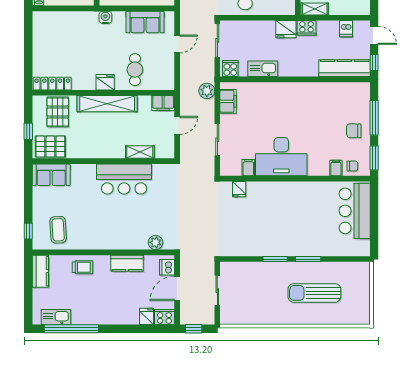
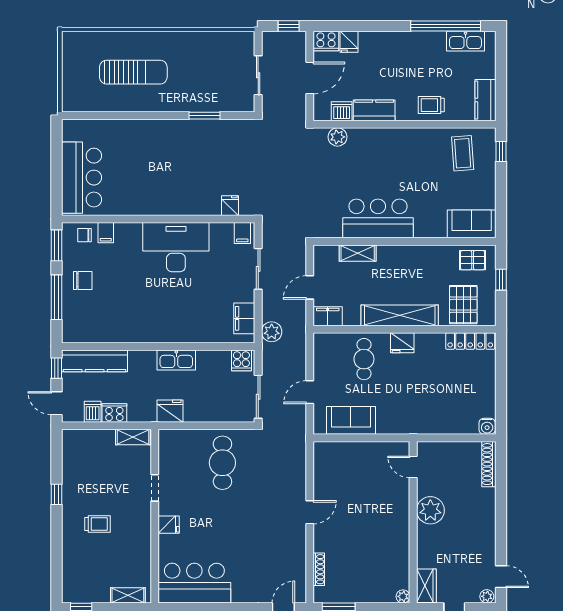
water cooler: (105, 17) -> (487, 426), moved
cooker: (306, 28) -> (114, 413), moved
kitchen sink: (263, 69) -> (176, 360), moved
pallet: (50, 147) -> (473, 260), width x0.67, depth x0.71
filing cabinet: (248, 168) -> (242, 233), moved
window: (275, 259) -> (205, 116), moved
window: (308, 259) -> (141, 116), removed
dishwasher: (167, 267) -> (342, 111), moved, turned -90

